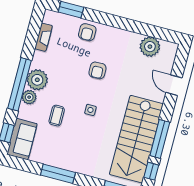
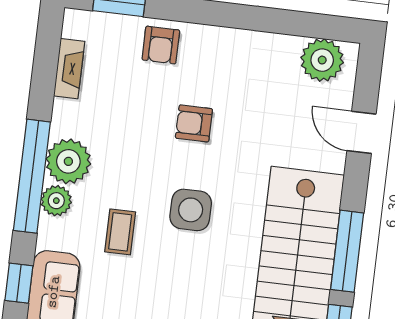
plant: (150, 47) -> (322, 60), moved
armchair: (97, 70) -> (194, 123), turned 92
side table: (90, 110) -> (191, 210), width x1.87, depth x1.87

